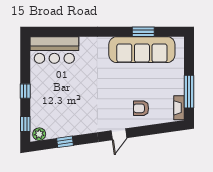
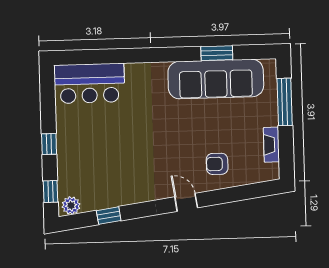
window: (189, 92) -> (285, 102), moved
fireplace: (179, 108) -> (271, 145), moved
door: (119, 134) -> (186, 202), swing flipped

